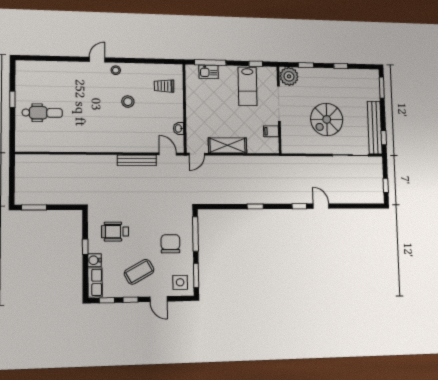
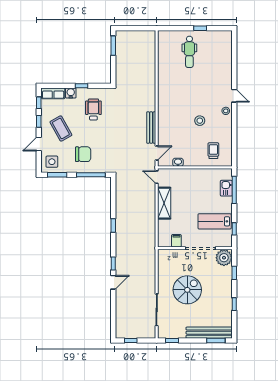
spiral stairs: (327, 119) -> (187, 290), turned 90
bench: (375, 128) -> (209, 333), moved

